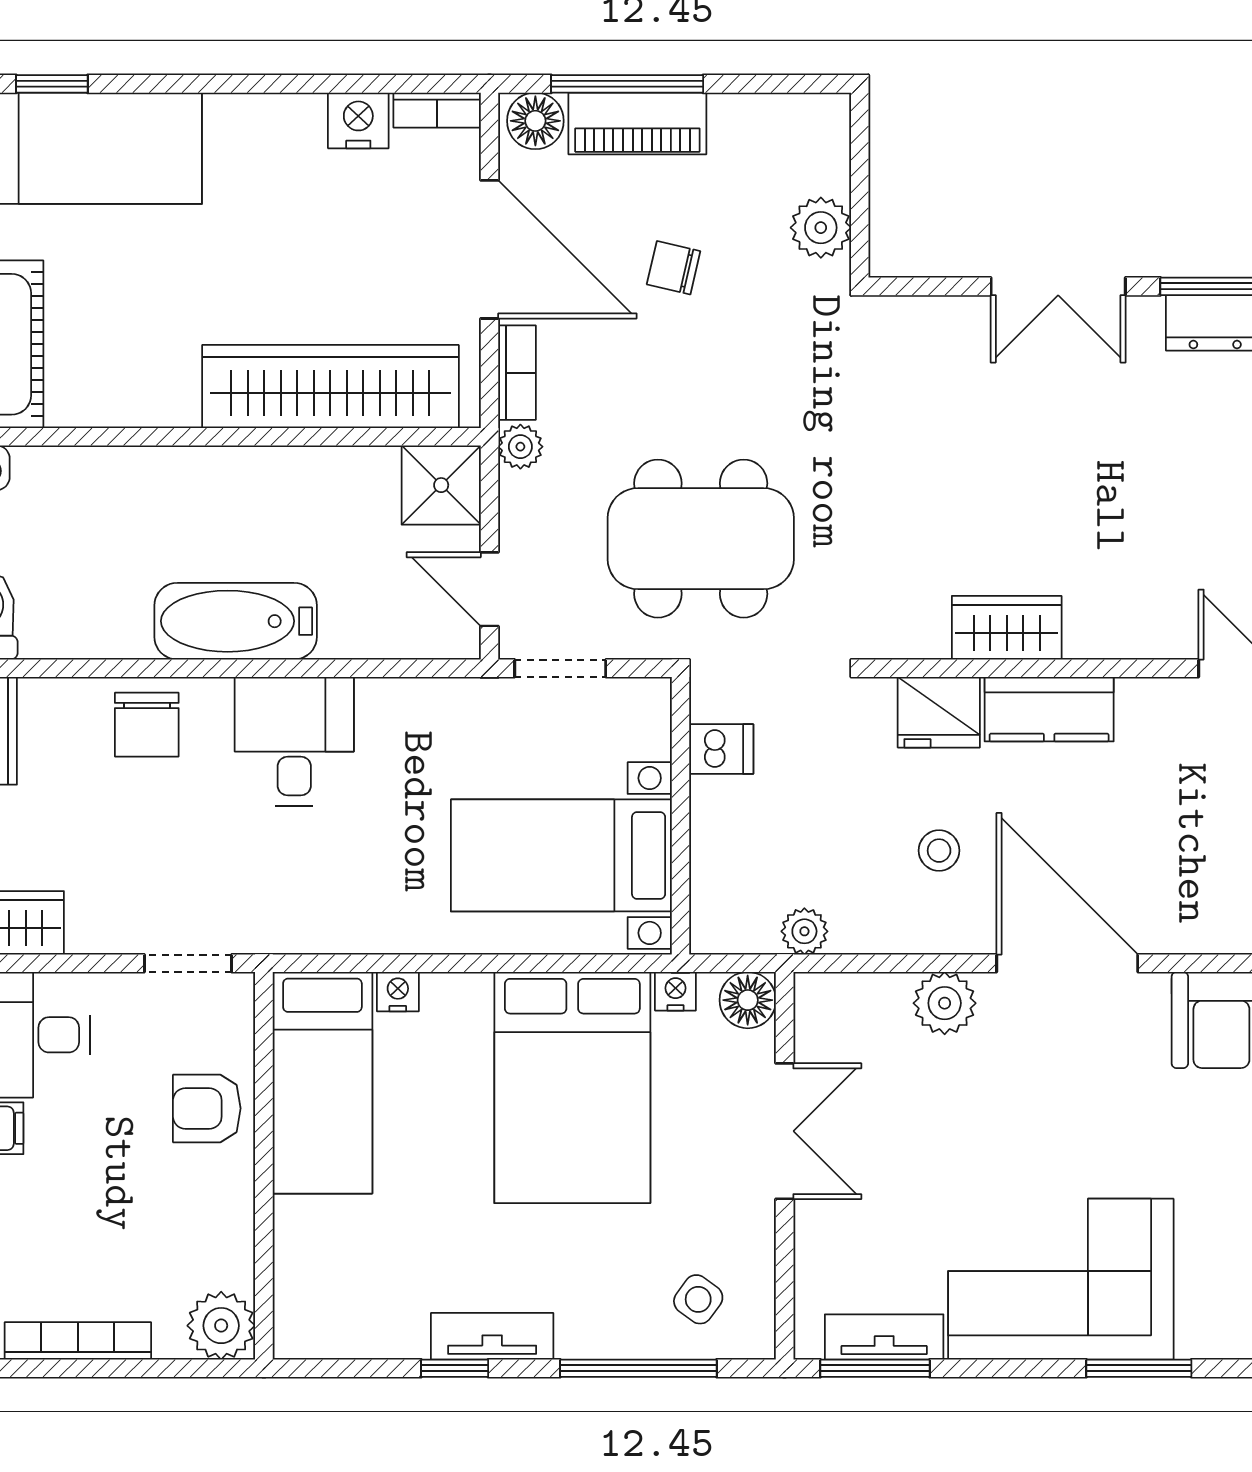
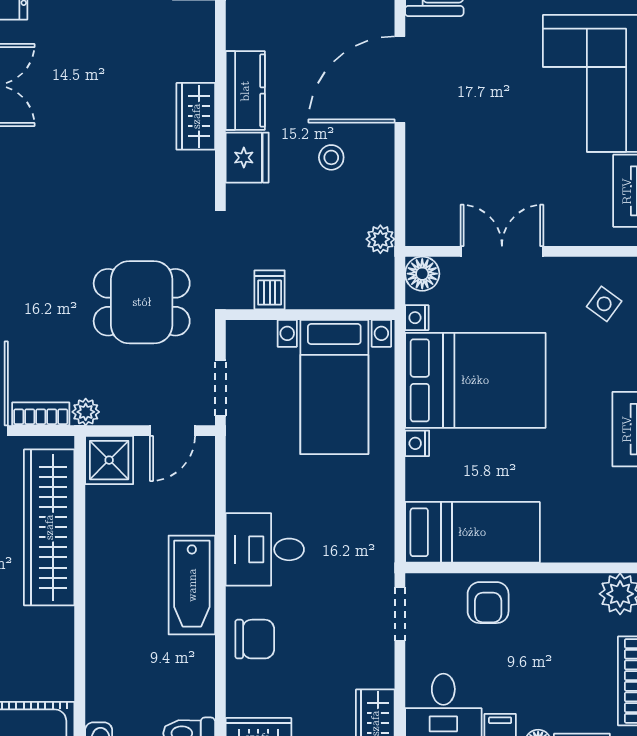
dining table: (701, 539) -> (142, 302), width x0.73
nightstand: (398, 992) -> (417, 443), moved
plant: (945, 1003) -> (424, 154), removed

